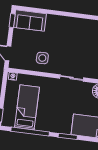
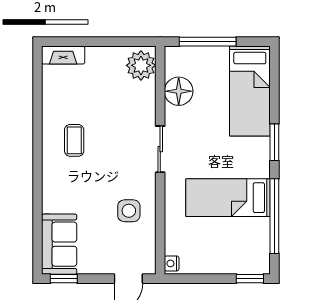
coffee table: (82, 35) -> (74, 140), added
bed: (27, 107) -> (228, 198), moved

